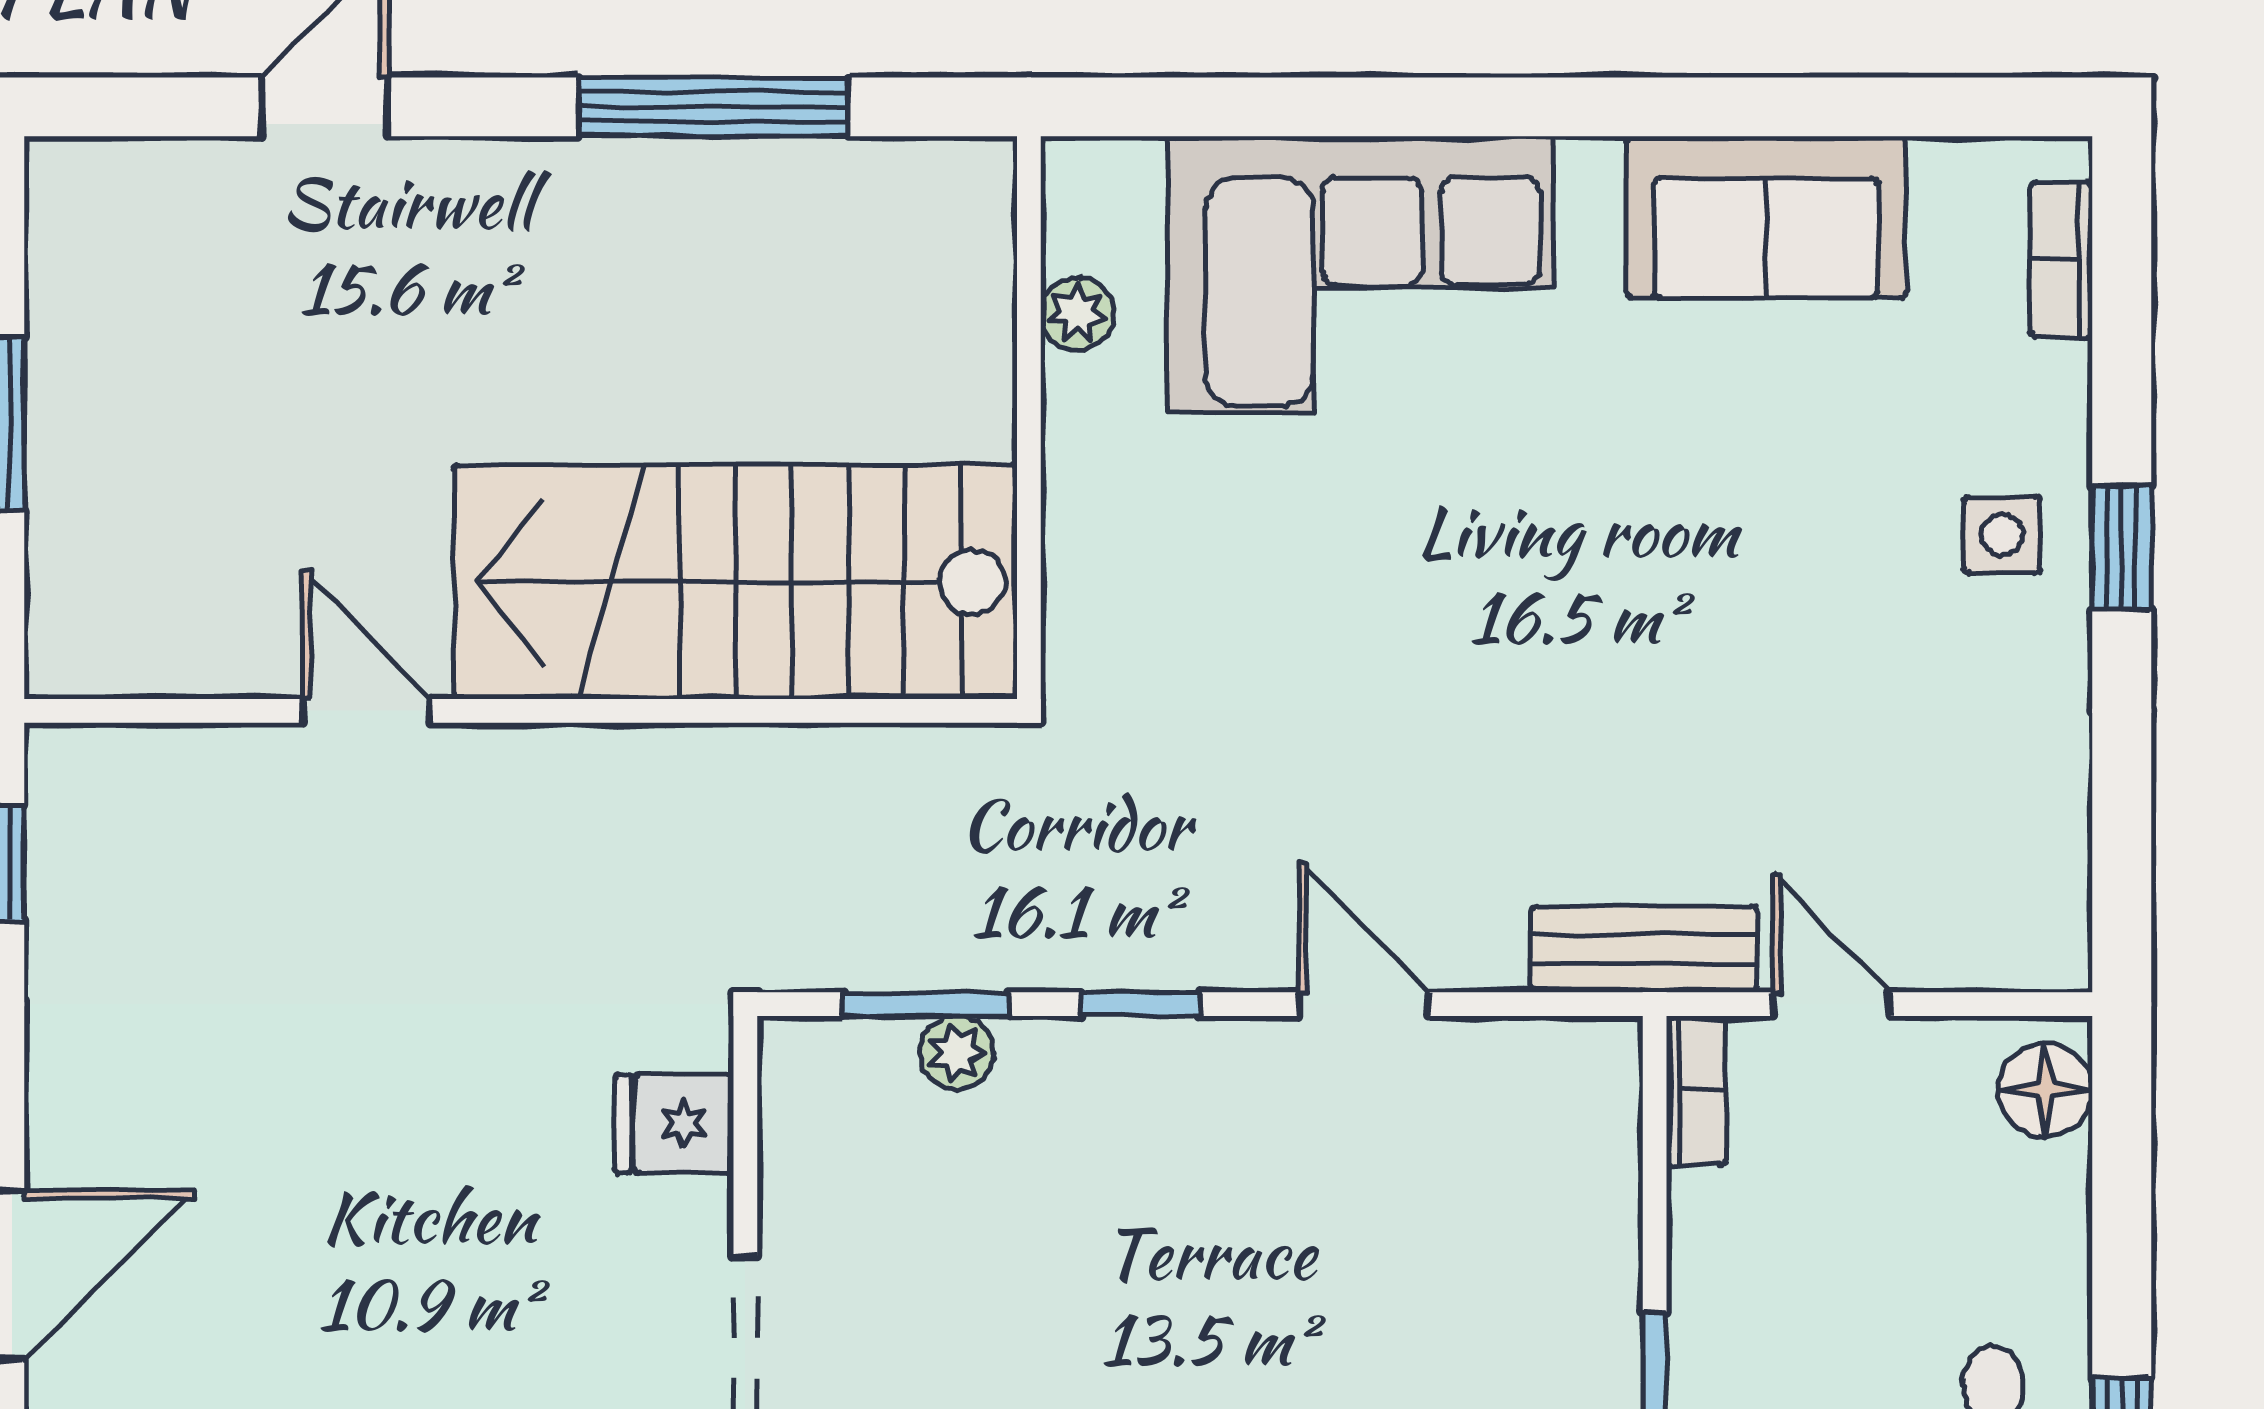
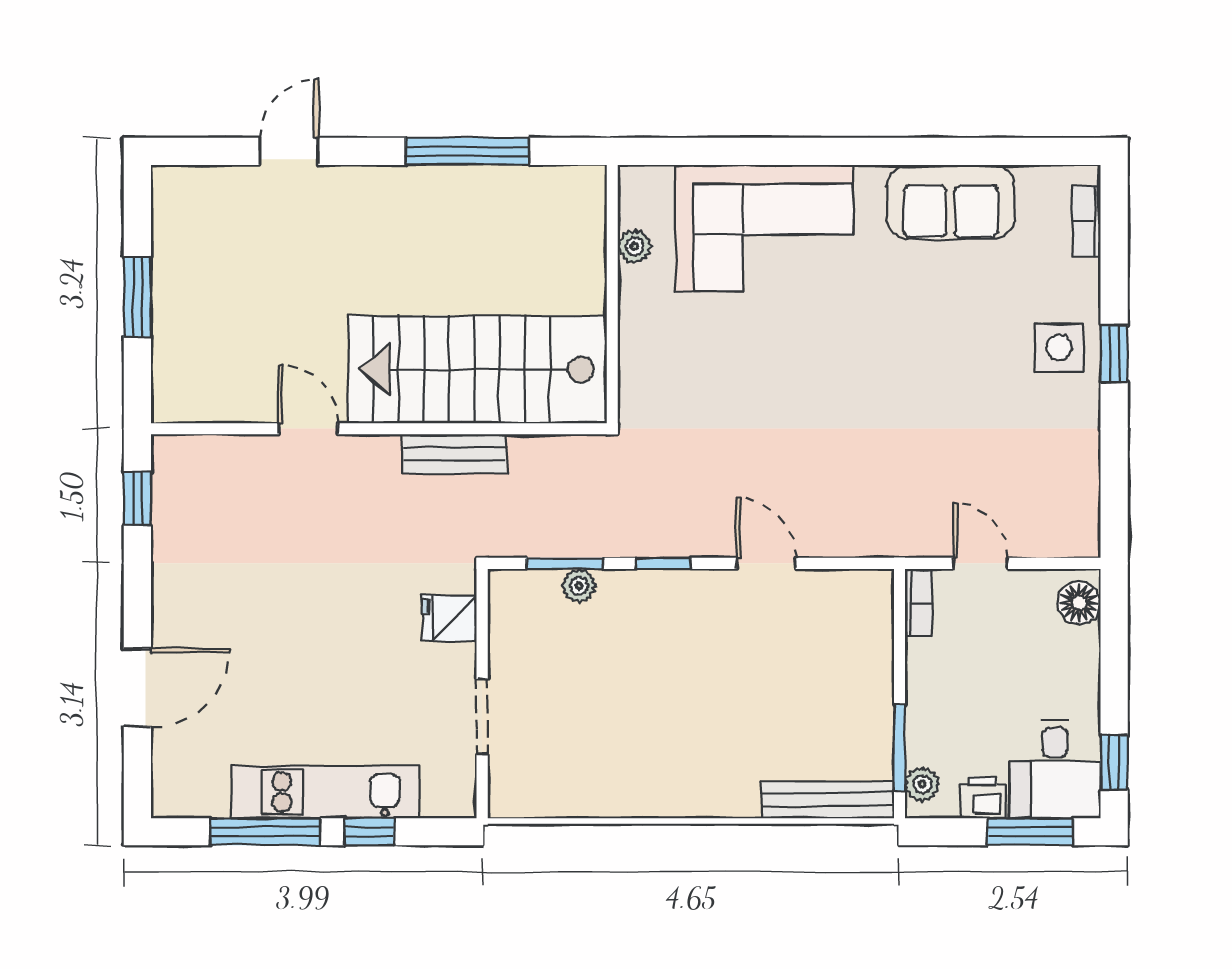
side table: (2002, 535) -> (1059, 348), width x1.37, depth x1.37
bench: (1644, 949) -> (455, 454), moved

